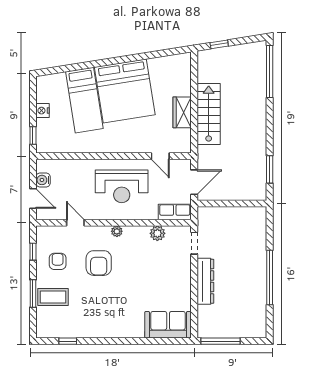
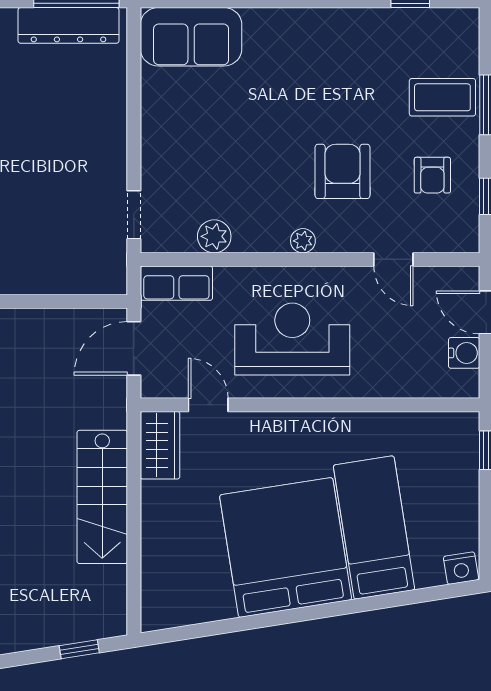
nightstand: (43, 111) -> (461, 568), moved, turned 81
wardrobe: (182, 112) -> (160, 445), moved
dresser: (205, 281) -> (68, 25), moved, turned -90

